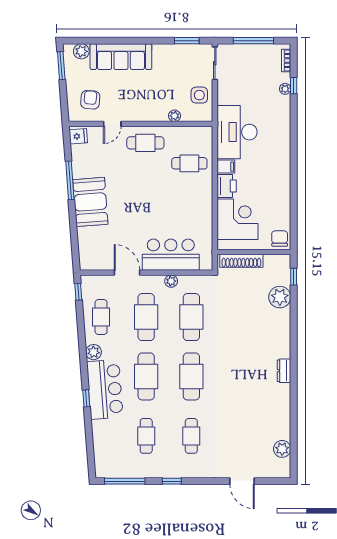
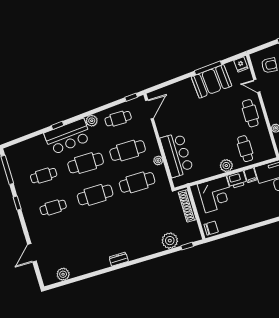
plant: (204, 194) -> (226, 166), added
booth: (90, 202) -> (211, 81), moved
door: (127, 273) -> (149, 109), moved

